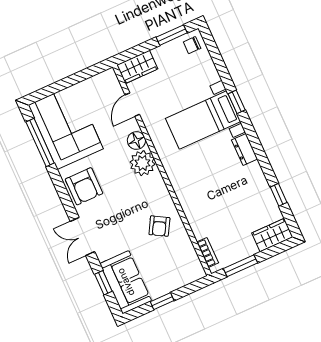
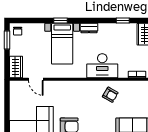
floor lamp: (136, 141) -> (57, 86), removed
plant: (142, 163) -> (71, 88), removed
desk: (197, 195) -> (102, 66), added

